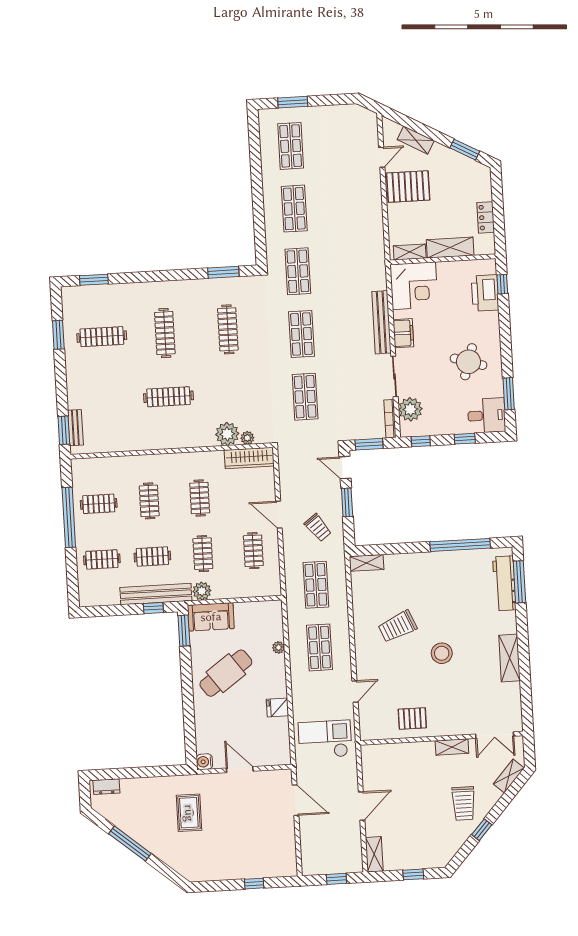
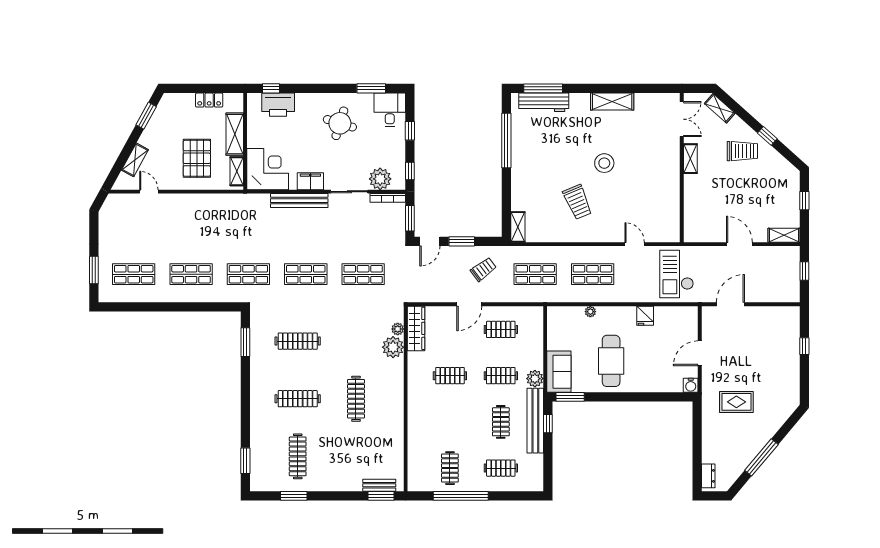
pallet: (408, 187) -> (197, 158), moved
clothes rail: (149, 501) -> (450, 422), removed
clothes rail: (102, 559) -> (501, 468), turned 90
cafe table: (226, 673) -> (611, 361), turned 36
pallet: (412, 719) -> (662, 193), removed

